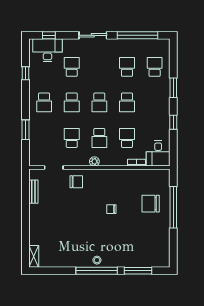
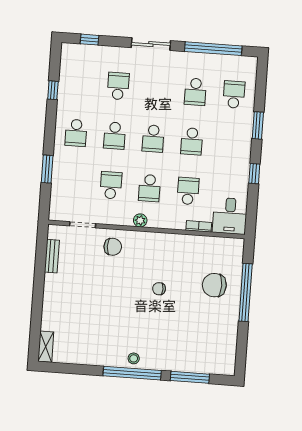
desk: (47, 50) -> (86, 60), removed
school desk: (127, 67) -> (195, 92), turned 180

